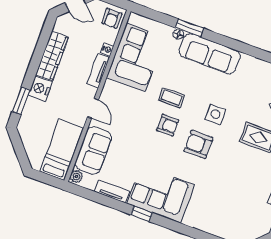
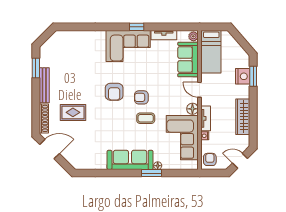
floor lamp: (110, 88) -> (192, 109), added
nightstand: (40, 89) -> (243, 76), moved
side table: (216, 114) -> (110, 118), removed
armchair: (198, 144) -> (114, 92), turned 90

